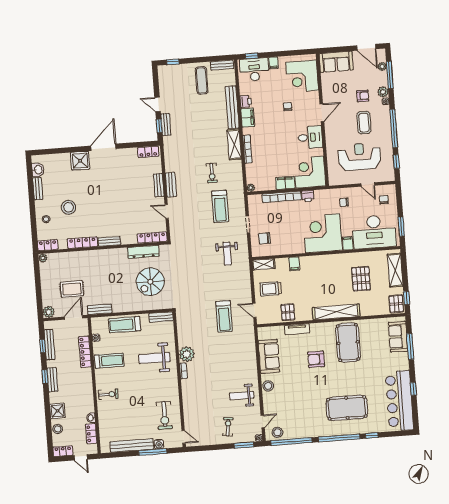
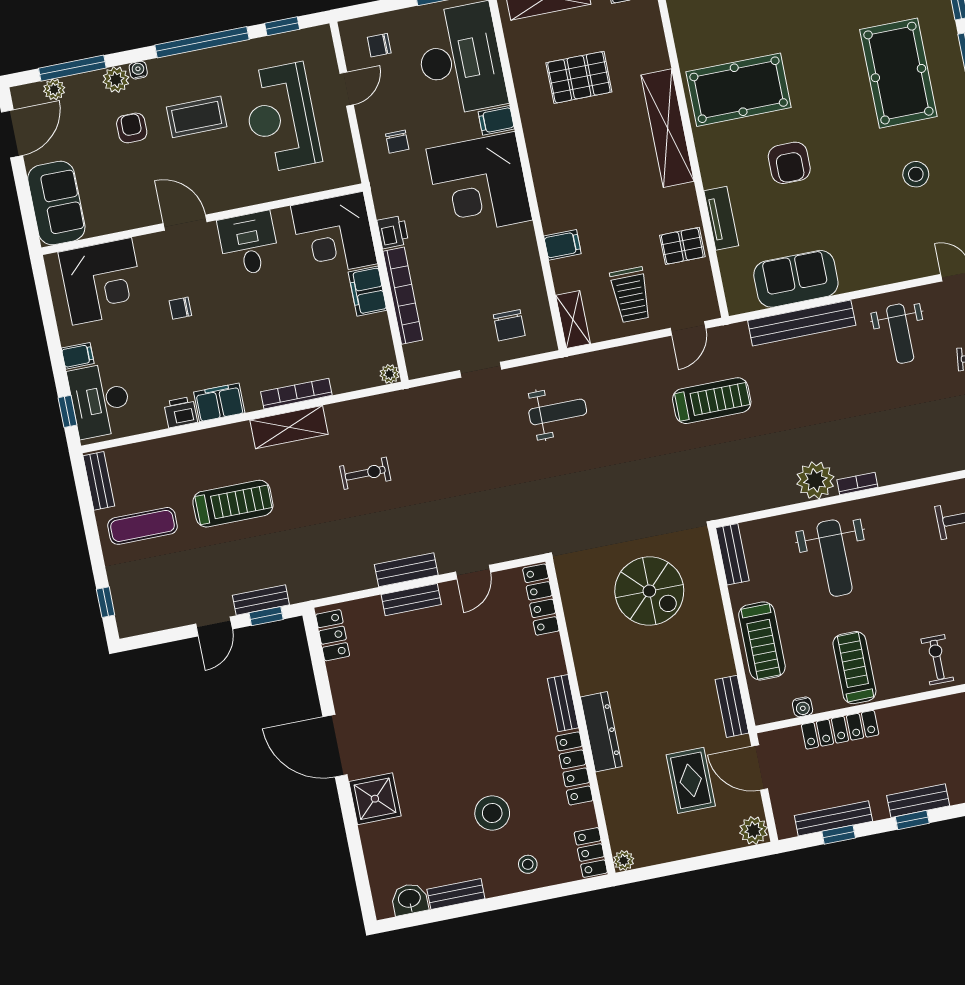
bench: (232, 107) -> (802, 323), moved
treadmill: (220, 206) -> (233, 504), moved
dresser: (143, 252) -> (601, 732), moved
stool: (268, 386) -> (916, 174), moved

